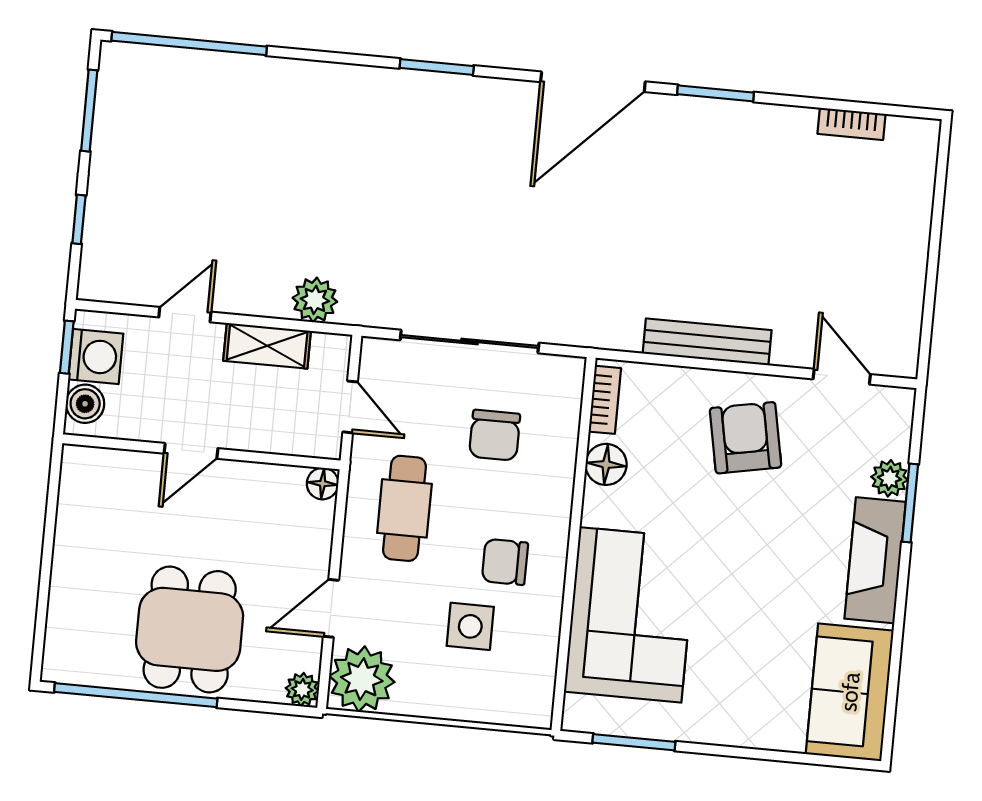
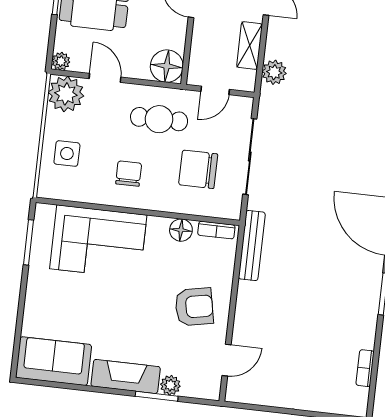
bench: (707, 342) -> (252, 246), moved
chair: (495, 435) -> (198, 169), width x1.37, depth x1.37
floor lamp: (323, 484) -> (167, 66), width x1.89, depth x1.89
side table: (470, 626) -> (67, 154), moved

